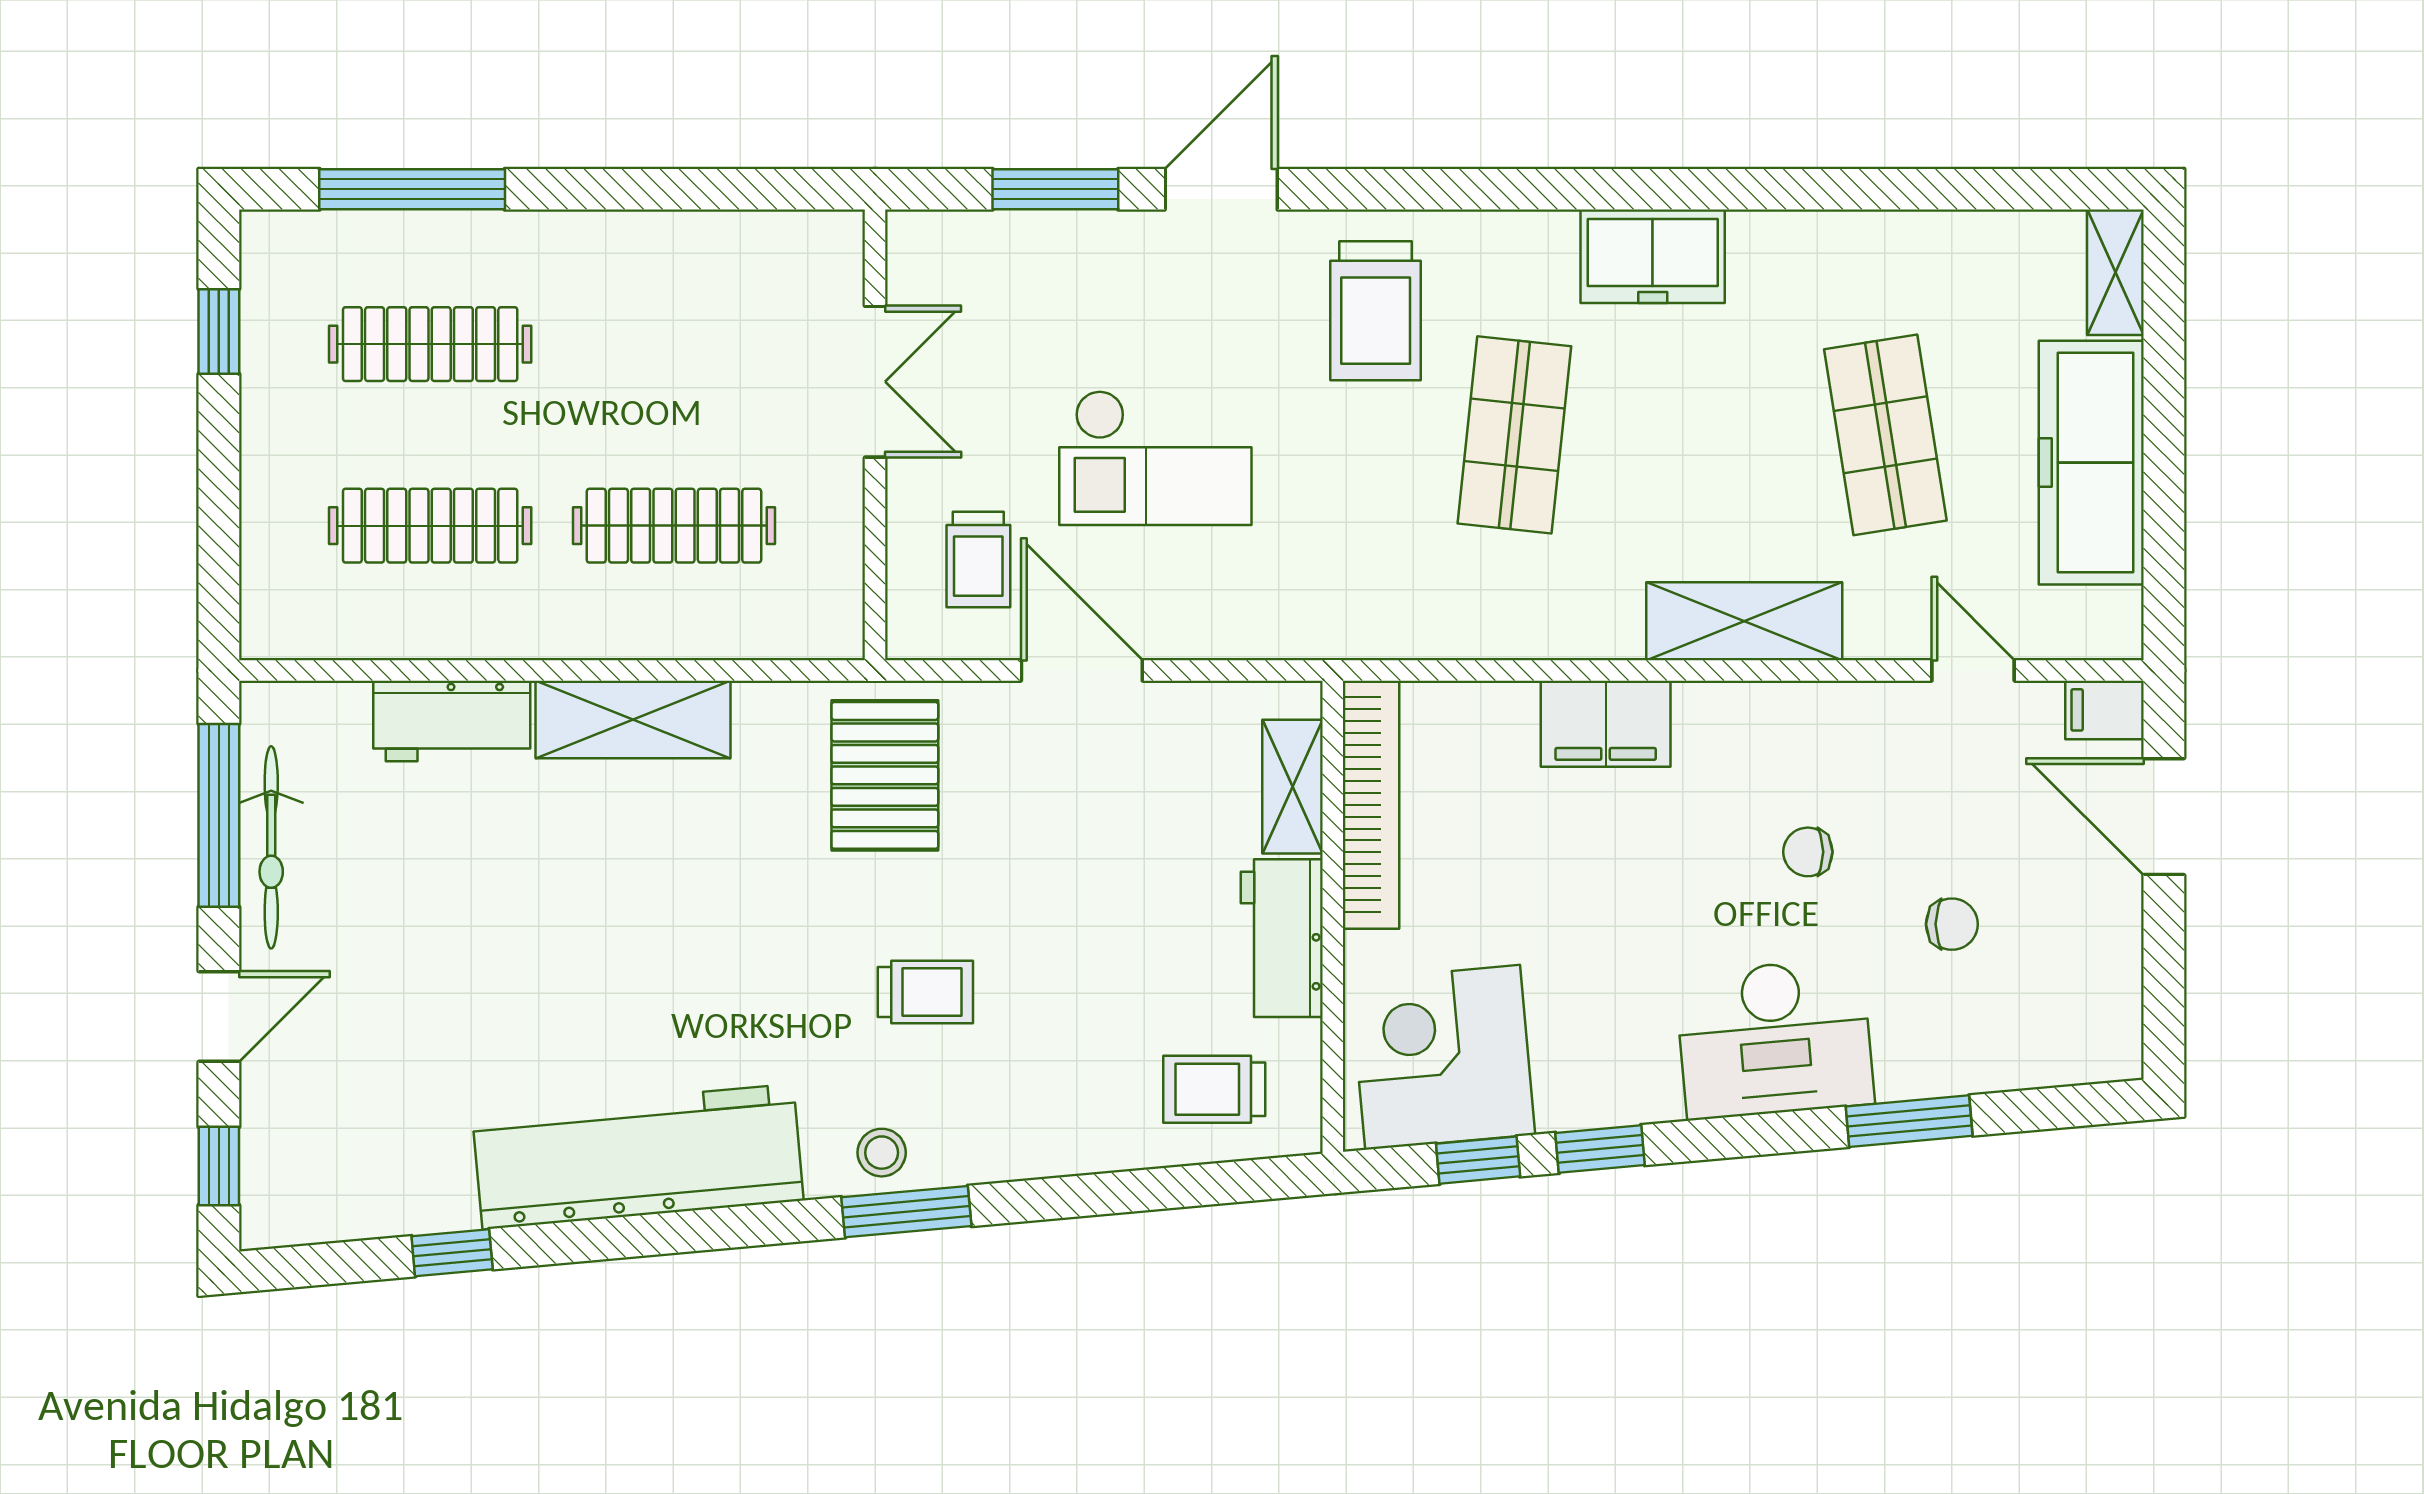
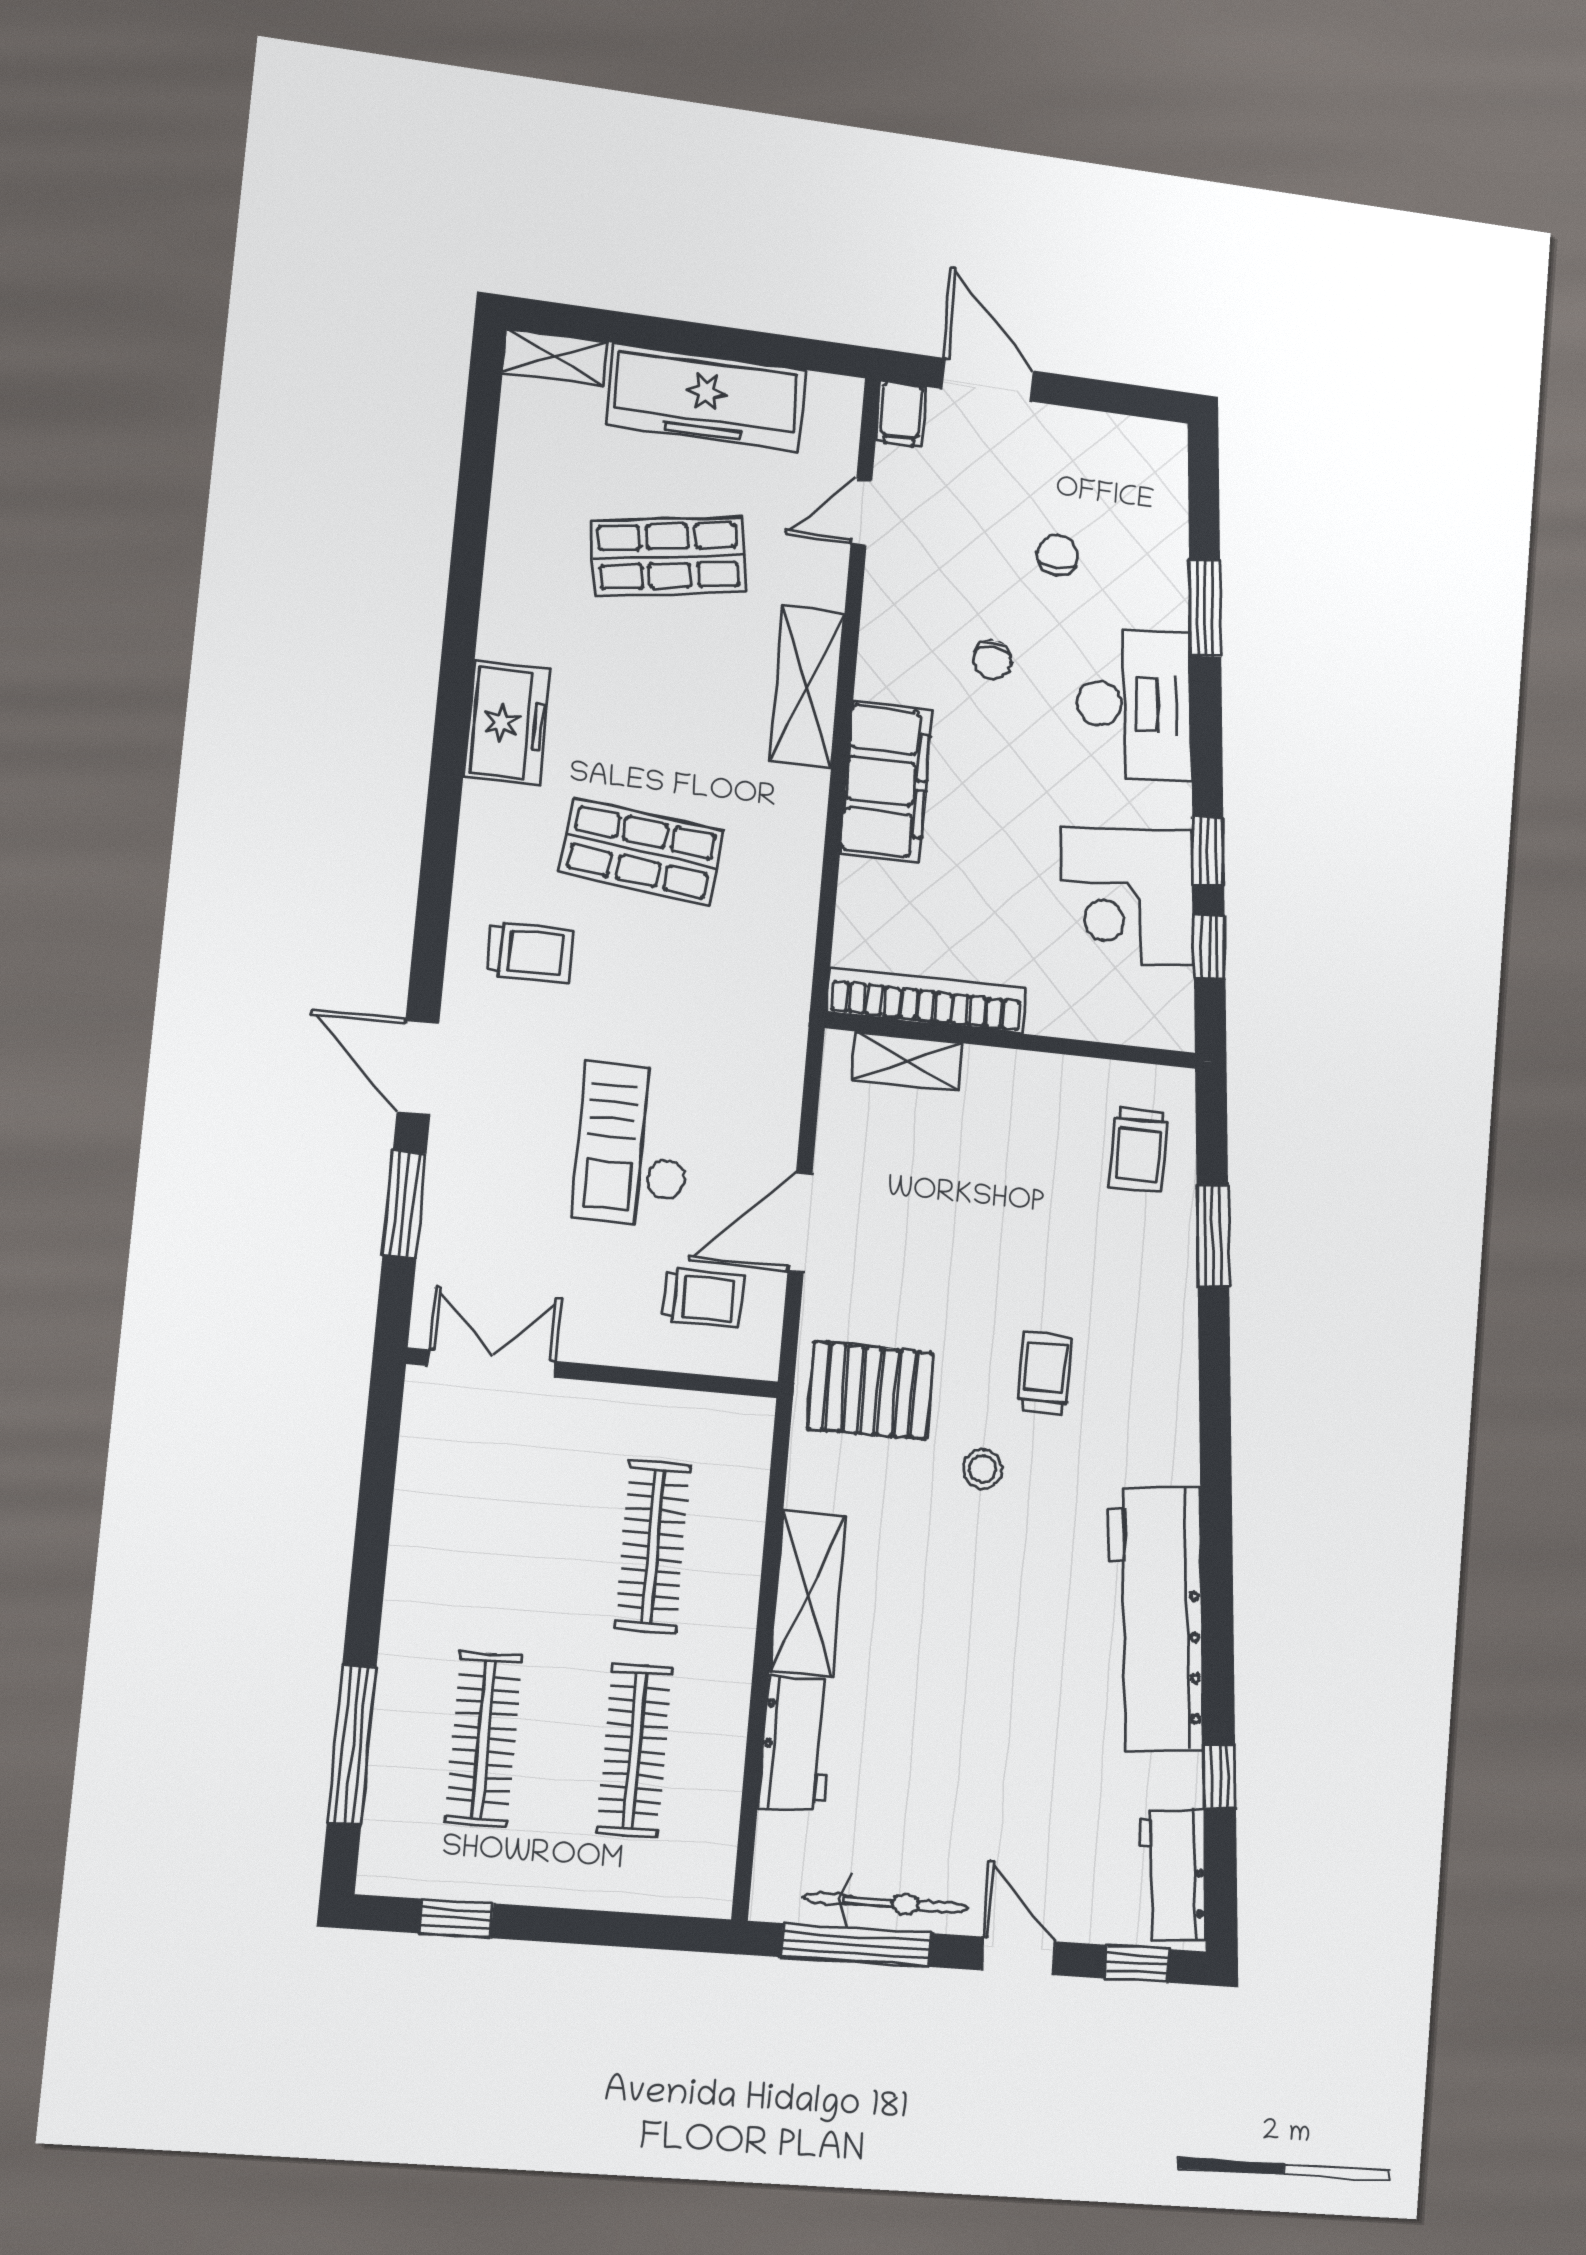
trolley: (1376, 311) -> (530, 952), width x0.73, depth x0.72
double door: (875, 382) -> (492, 1364), moved
checkout: (1155, 458) -> (633, 1144), turned 180
filing cabinet: (1606, 724) -> (886, 781), width x1.50, depth x1.17
door: (2164, 817) -> (988, 380), swing flipped
workbench: (1282, 938) -> (1173, 1875), moved, turned 85
corner desk: (1443, 1057) -> (1128, 897), moved
stool: (882, 1153) -> (982, 1469), moved
window: (906, 1212) -> (1213, 1236), moved

